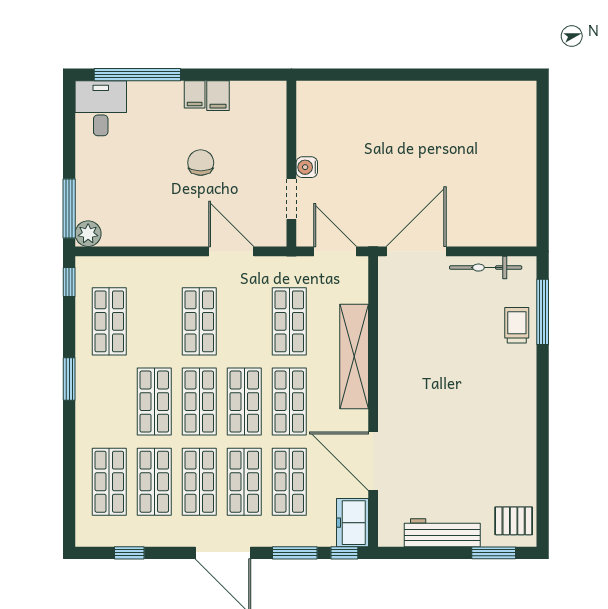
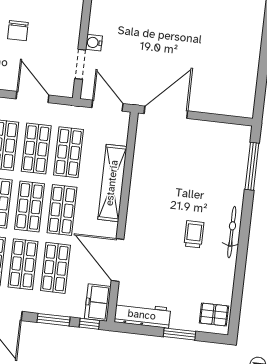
chair: (201, 163) -> (18, 31), turned 180
bicycle: (486, 268) -> (232, 232), moved, turned 90
shop shelf: (244, 321) -> (36, 149), added
trolley: (517, 325) -> (194, 234), moved
workbench: (442, 533) -> (142, 315), moved
window: (494, 553) -> (179, 334), moved

